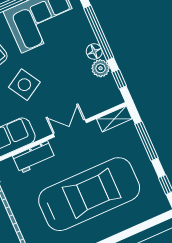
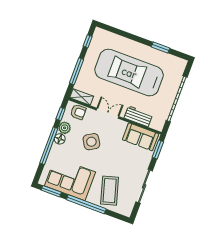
side table: (24, 85) -> (91, 142), moved
armchair: (102, 99) -> (78, 112), added
double door: (70, 128) -> (108, 113), swing flipped

